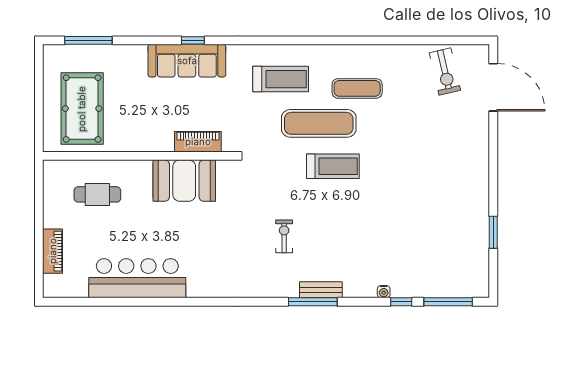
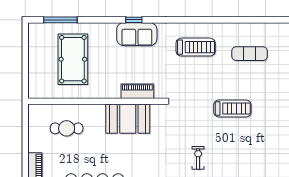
sofa: (187, 61) -> (137, 34), width x0.73
pool table: (82, 109) -> (73, 59), moved
exercise mat: (319, 123) -> (222, 78), removed

